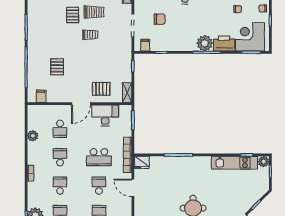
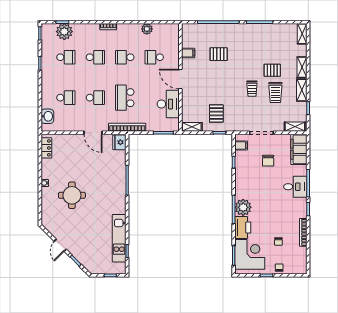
pallet: (101, 89) -> (216, 113), moved
filing cabinet: (41, 96) -> (188, 53), moved
school desk: (60, 157) -> (125, 57), turned 180
plant: (264, 162) -> (120, 268), removed
door: (133, 188) -> (93, 133), swing flipped

